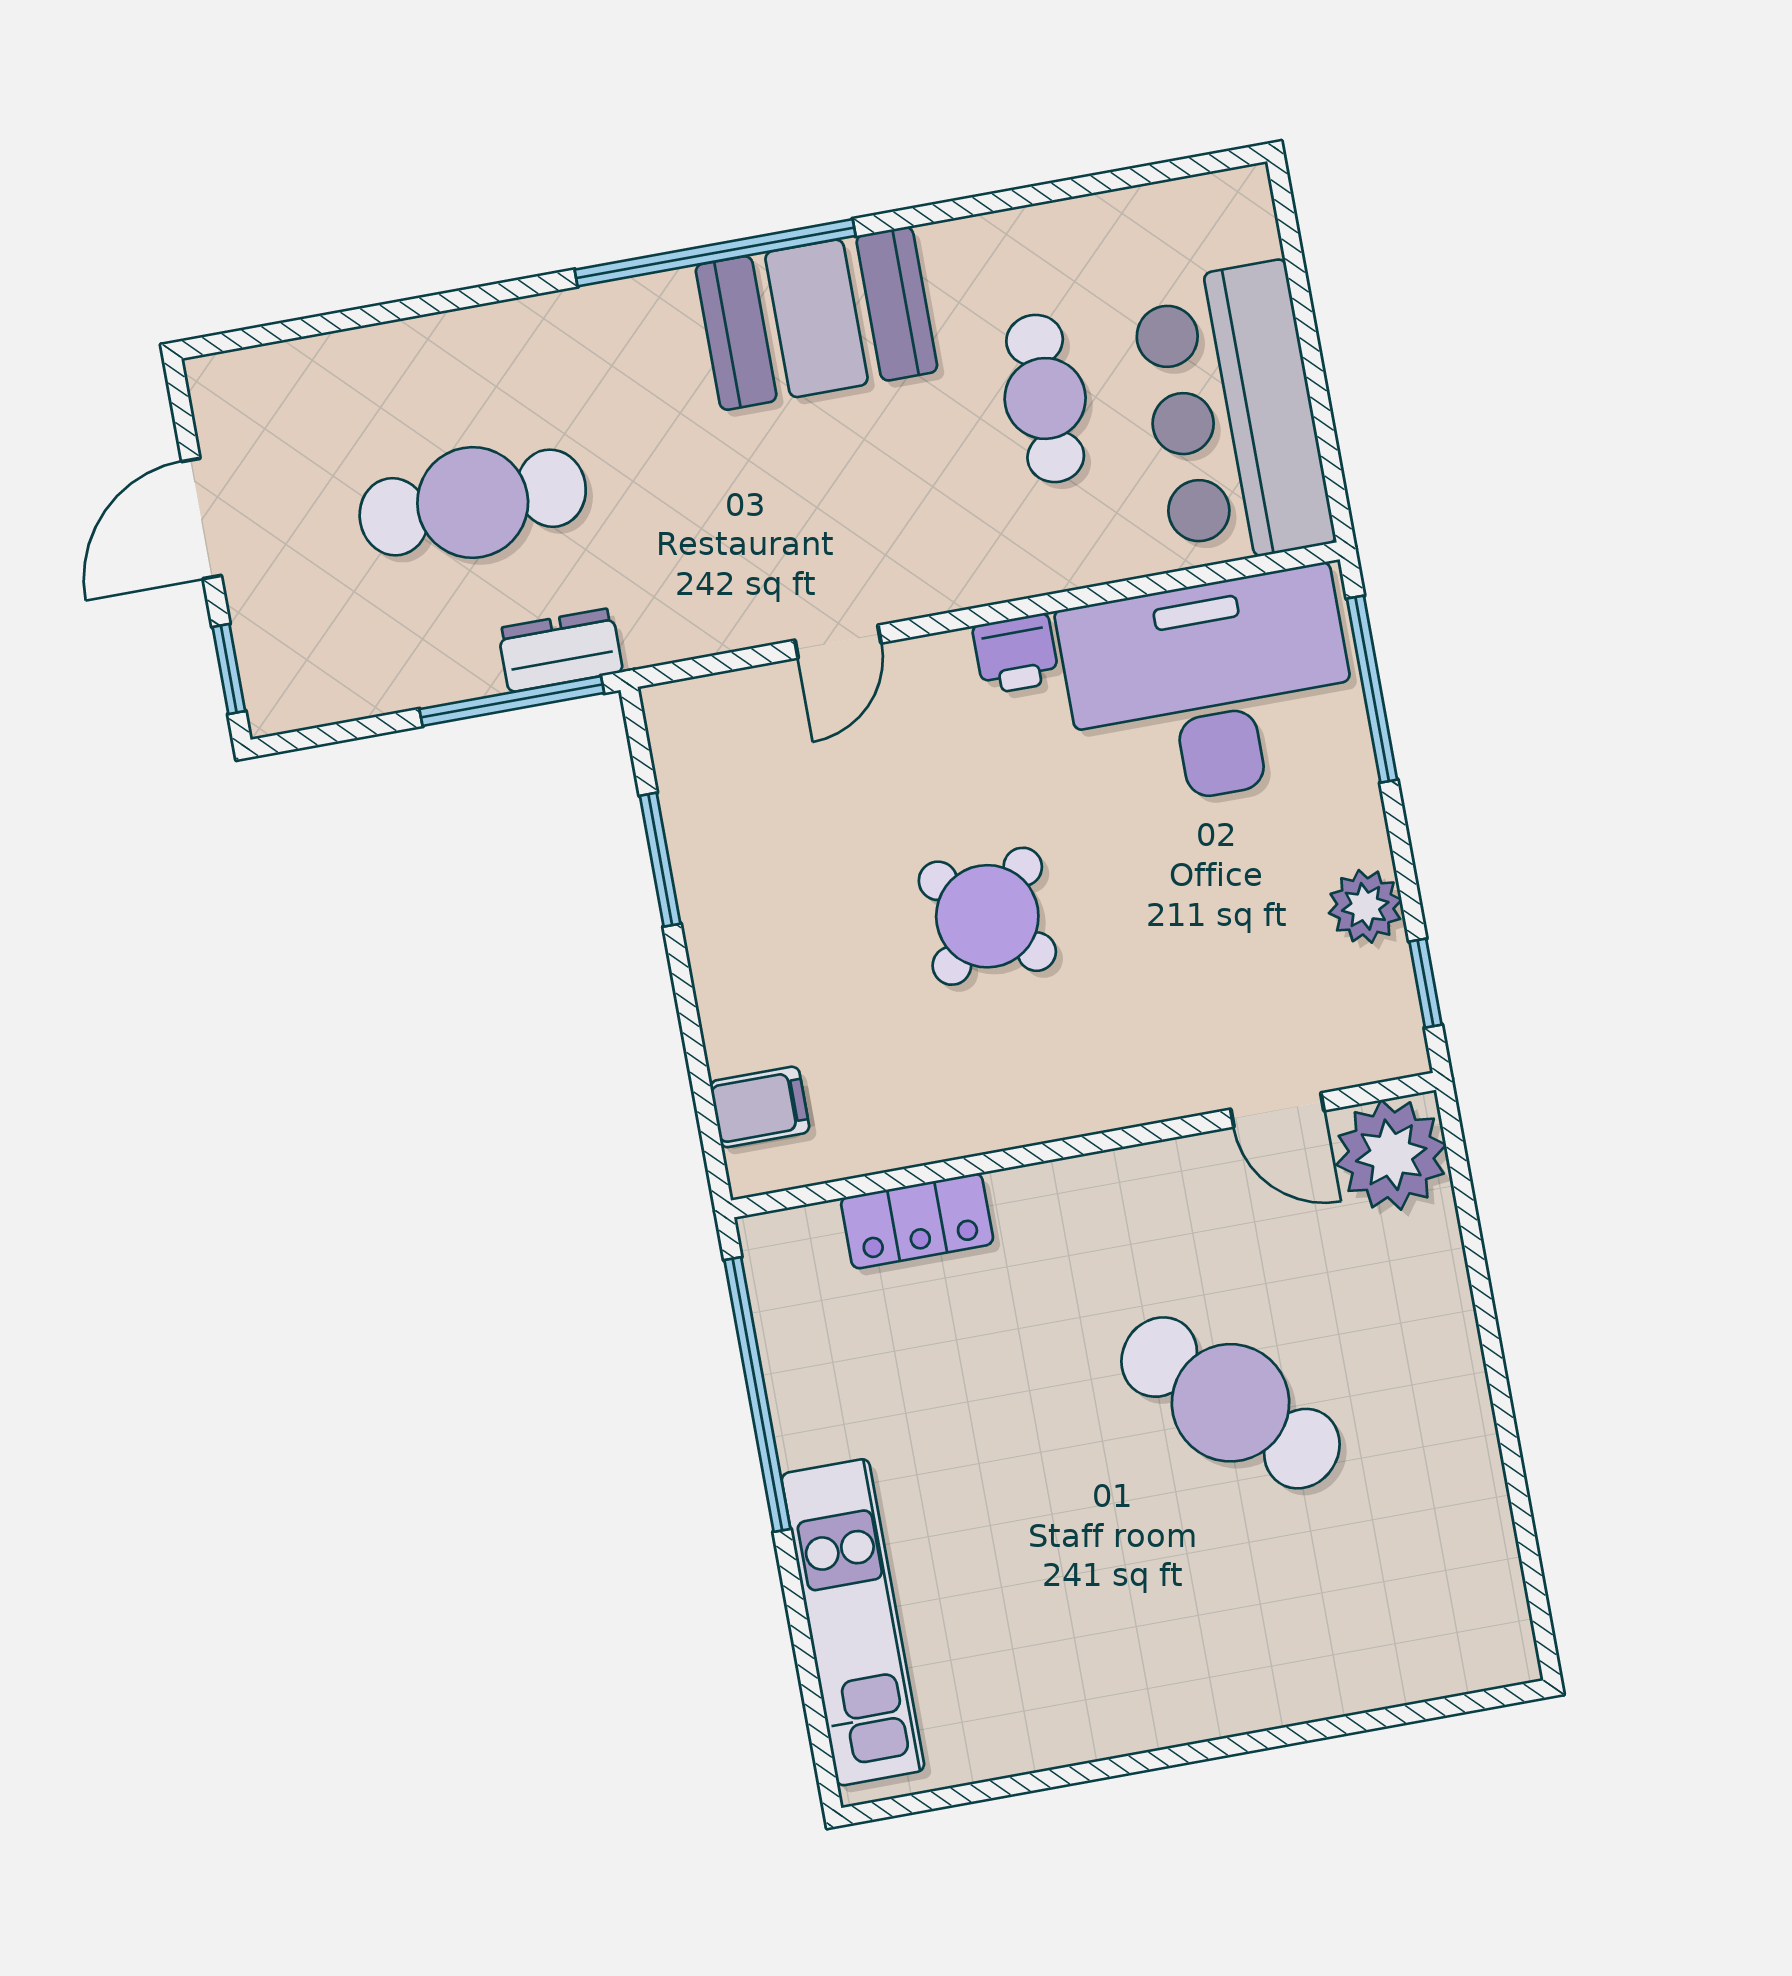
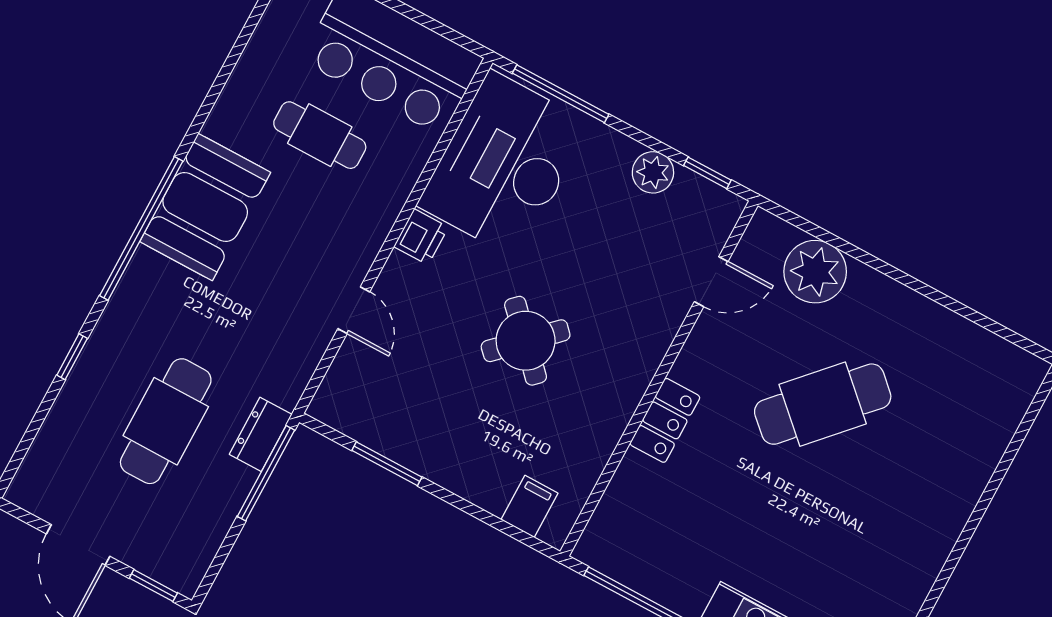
window: (458, 300) -> (72, 357), added
plant: (1391, 1155) -> (815, 272), moved
locker: (917, 1221) -> (665, 420), moved

